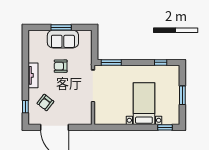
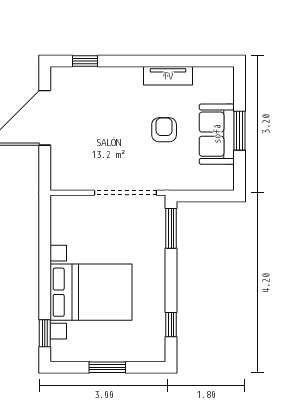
tv unit: (33, 75) -> (168, 76), moved
armchair: (45, 102) -> (93, 100), removed
bed with nightstands: (144, 104) -> (91, 292), width x1.36

